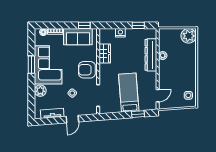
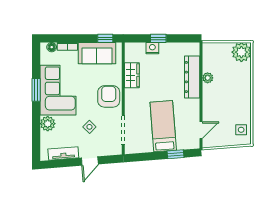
window: (138, 25) -> (158, 38), moved
armchair: (87, 70) -> (109, 96), turned 90

